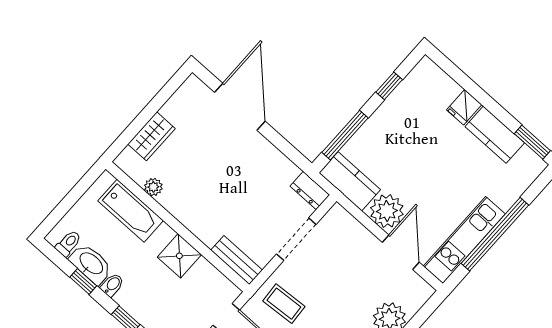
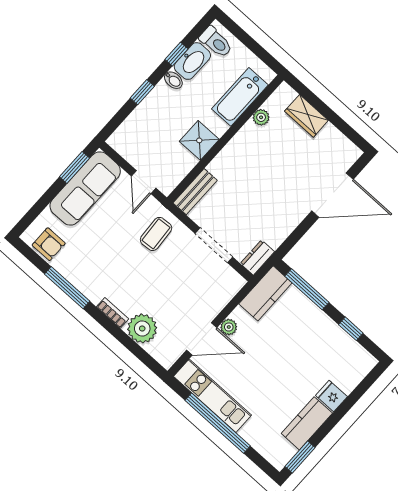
plant: (387, 211) -> (229, 327), width x0.53, depth x0.53
toilet: (68, 243) -> (216, 42), width x1.37, depth x1.39

